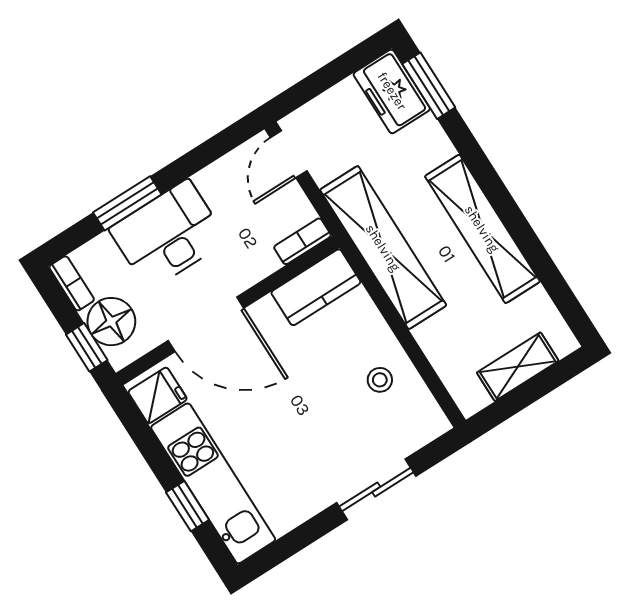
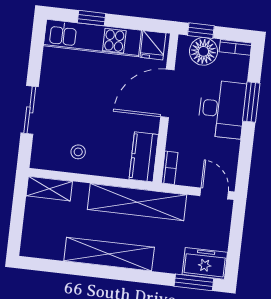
shelving: (518, 367) -> (49, 189), moved, turned 90

